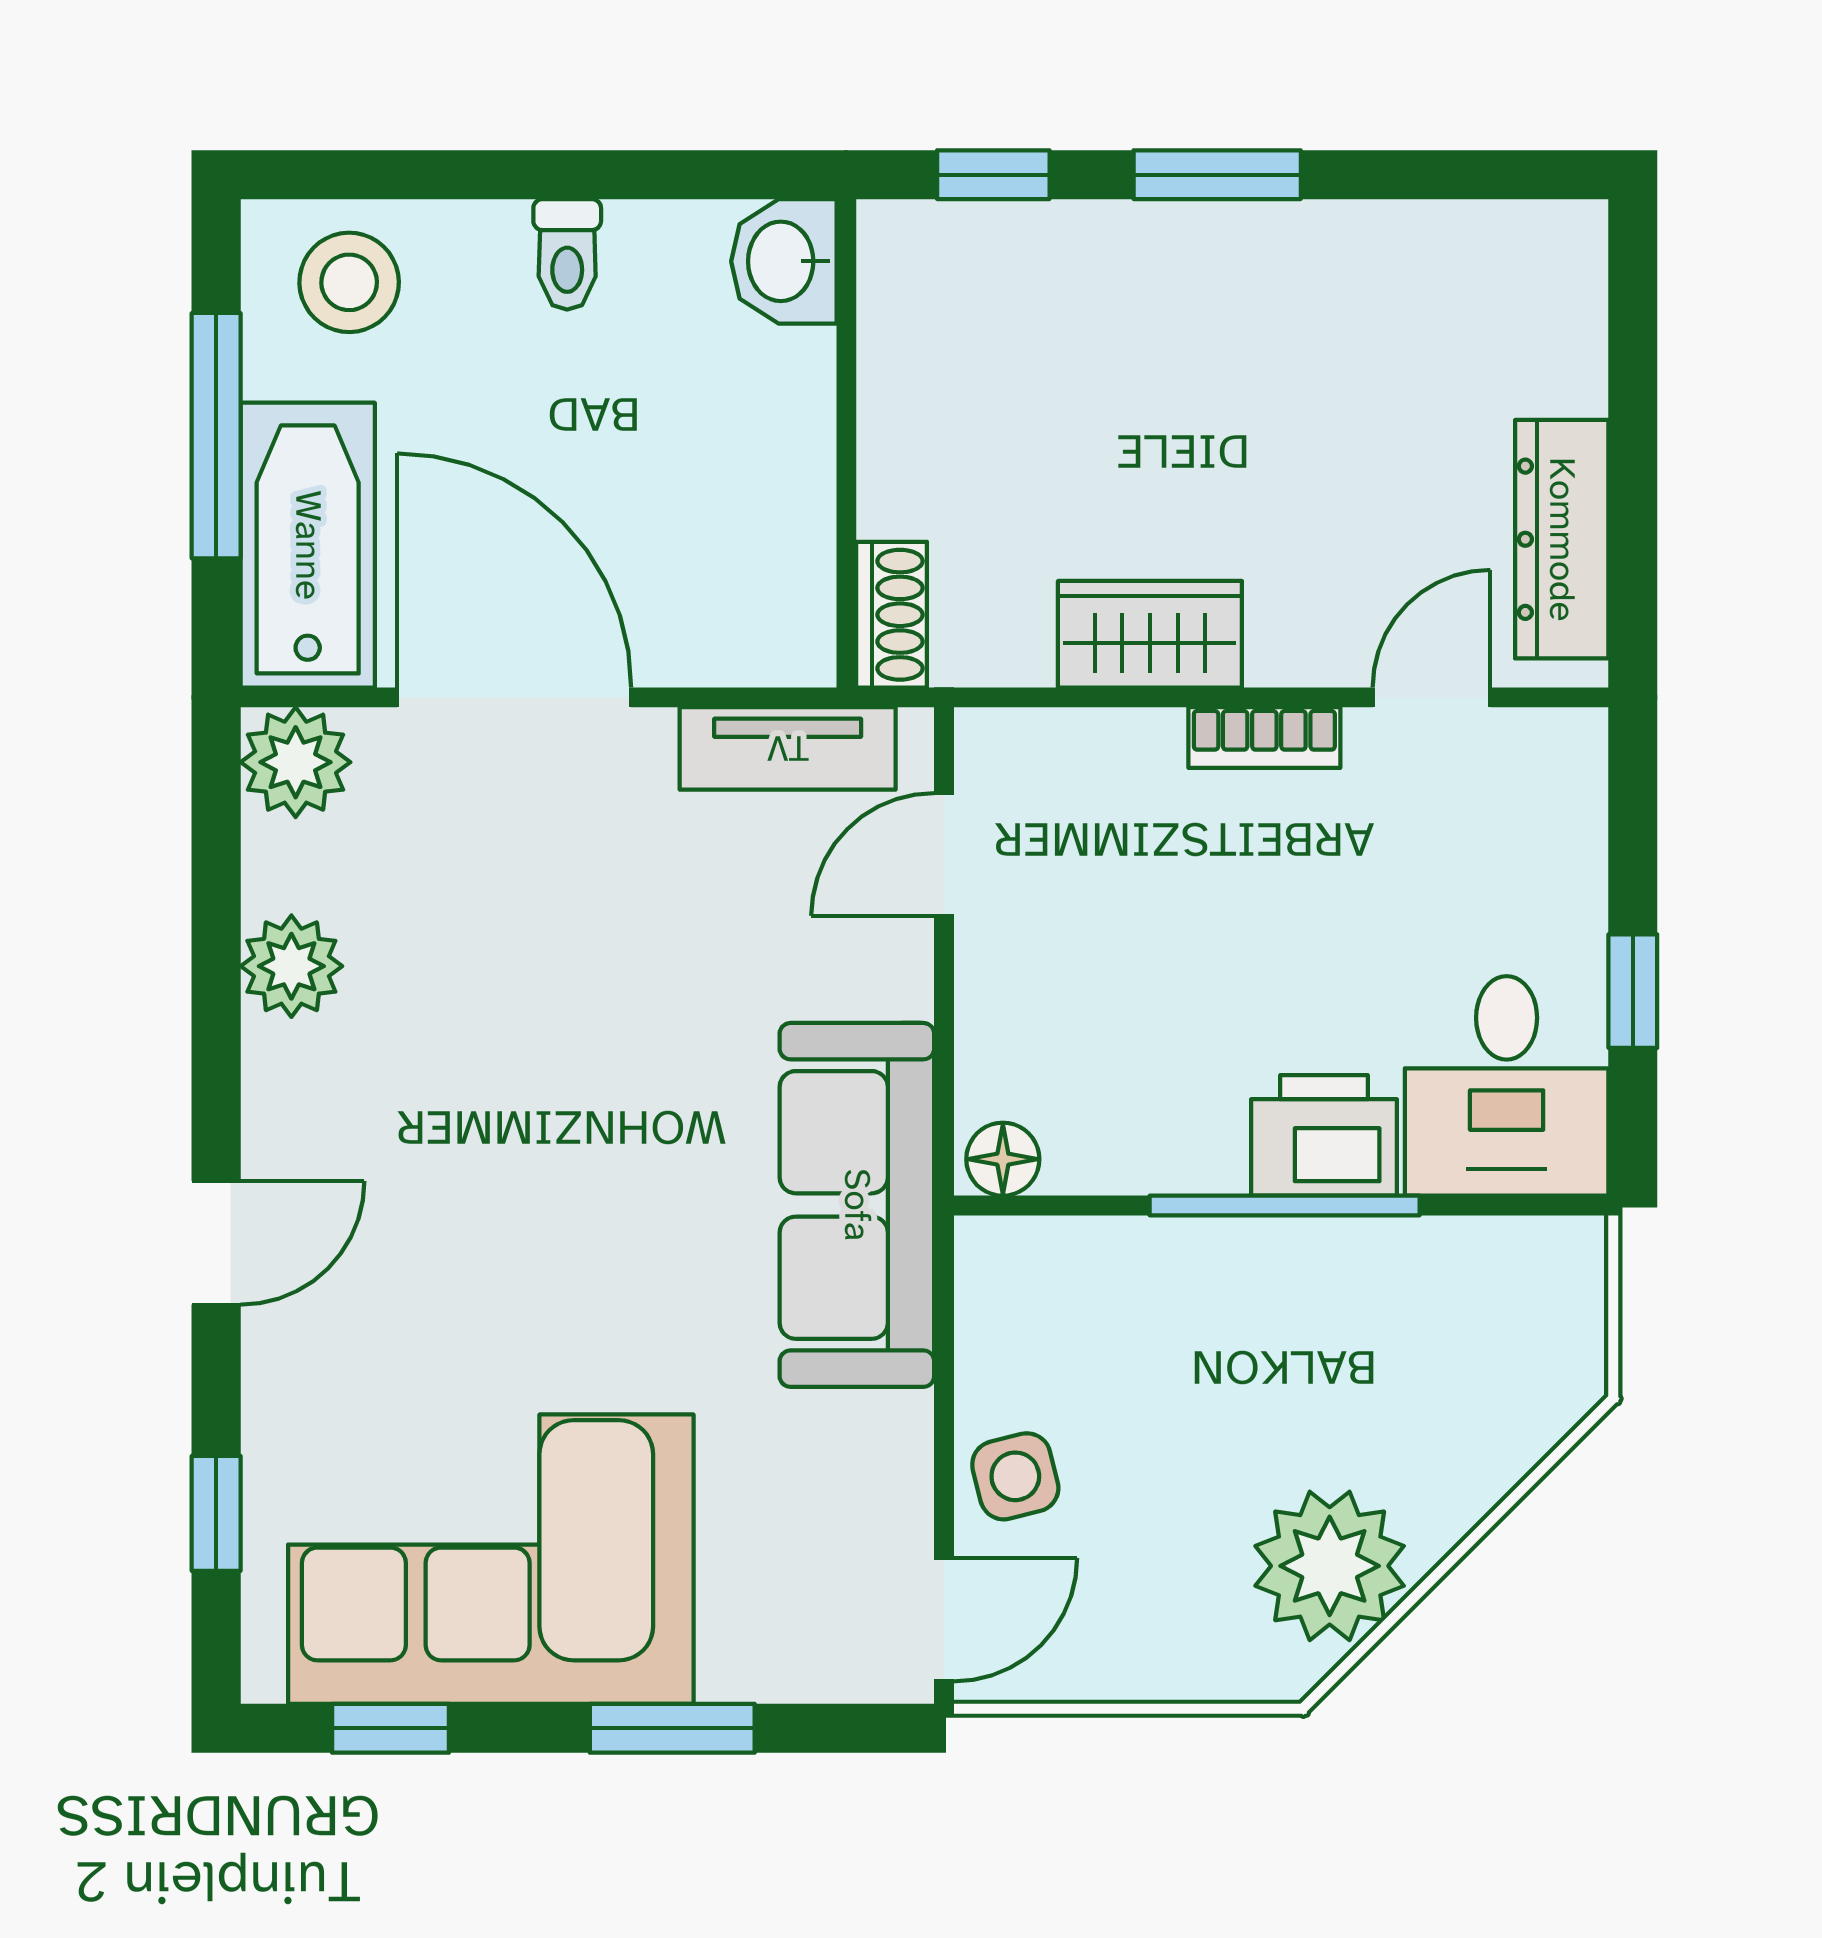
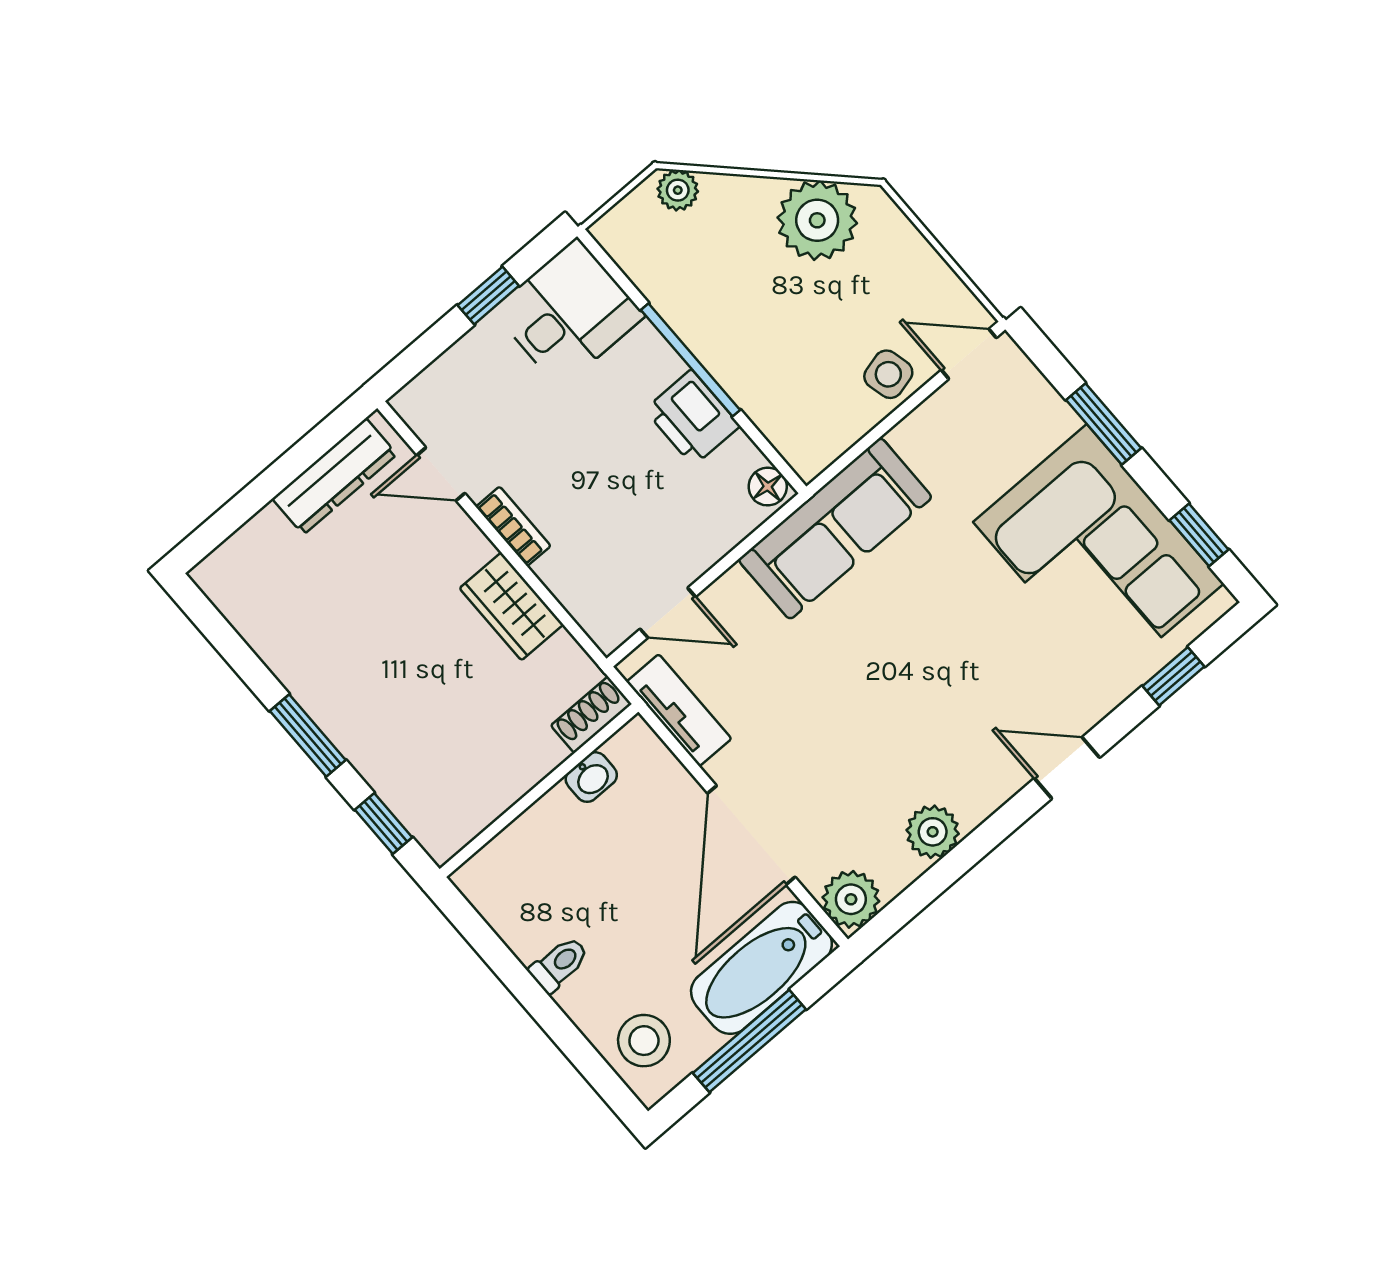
washbasin: (784, 261) -> (591, 777), moved, width x0.72, depth x0.69
printer: (1324, 1135) -> (692, 418), moved
plant: (1549, 1400) -> (678, 190), added

